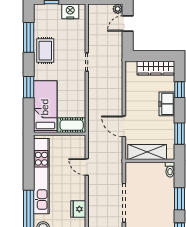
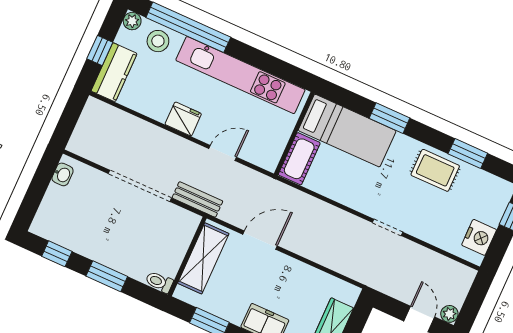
window: (29, 37) -> (468, 154), width x0.69
bench: (117, 169) -> (197, 199), added
fridge: (78, 209) -> (183, 119), moved

